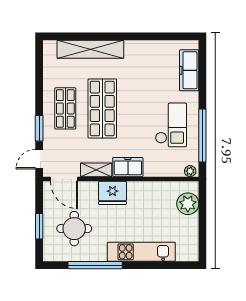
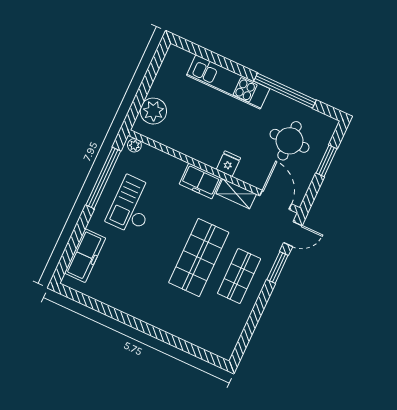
shelving: (90, 49) -> (182, 328), removed
fridge: (113, 193) -> (228, 164), width x0.53, depth x0.75

